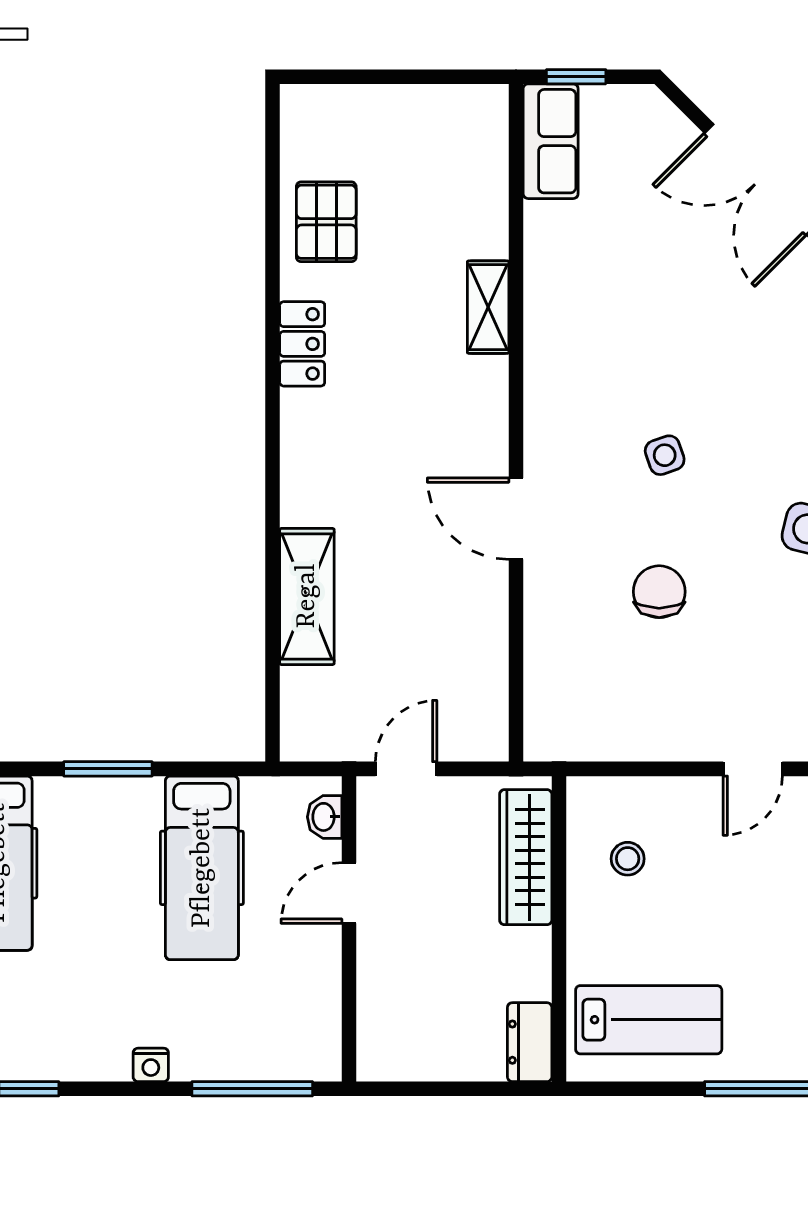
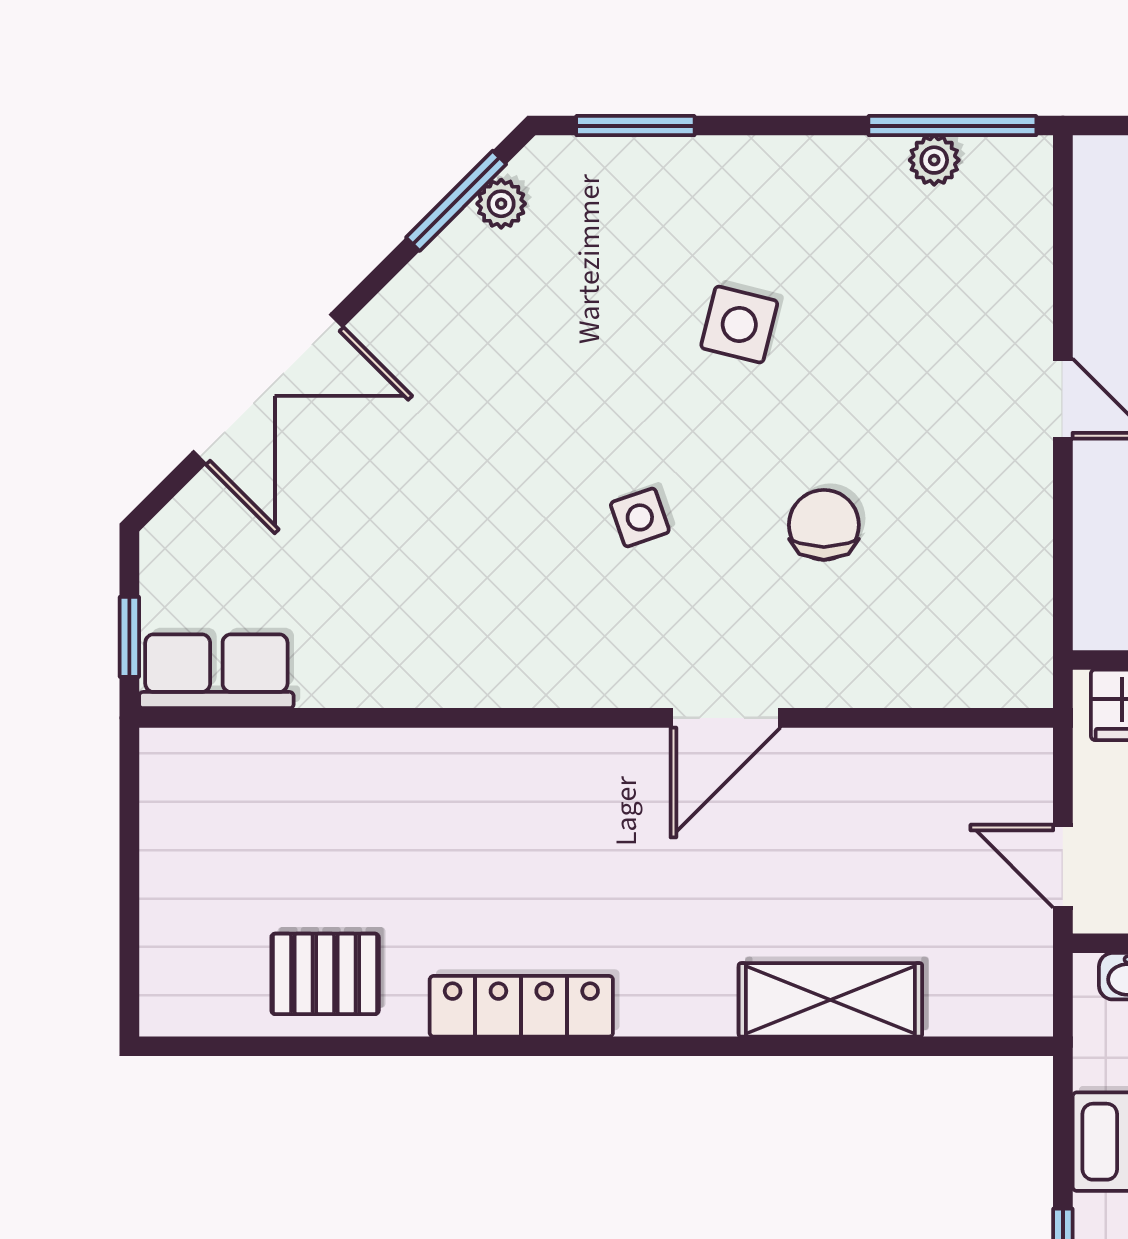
shelving: (488, 307) -> (440, 756), removed
locker: (302, 344) -> (521, 1006), width x1.53
chair: (659, 592) -> (824, 525), turned 90

